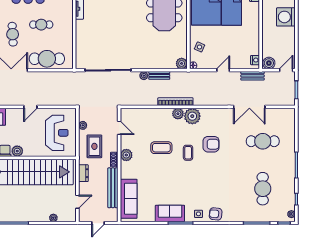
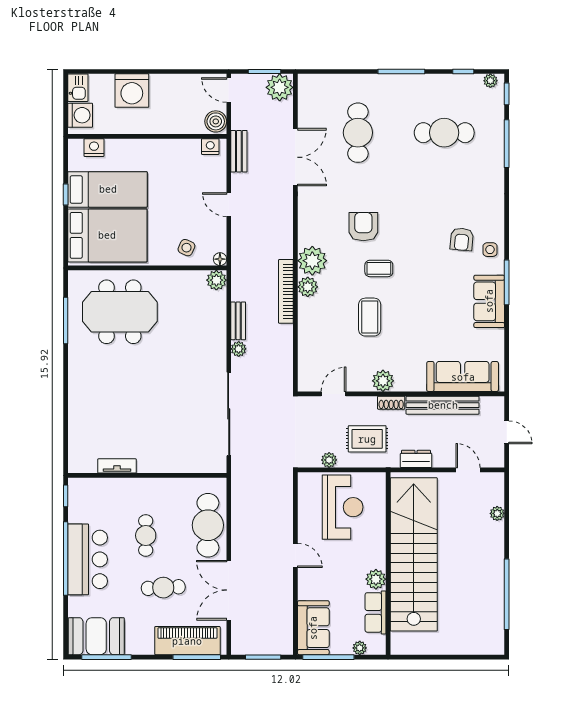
plant: (288, 98) -> (280, 87), added
reception desk: (57, 133) -> (343, 507), turned 90
armchair: (216, 214) -> (462, 239), moved

